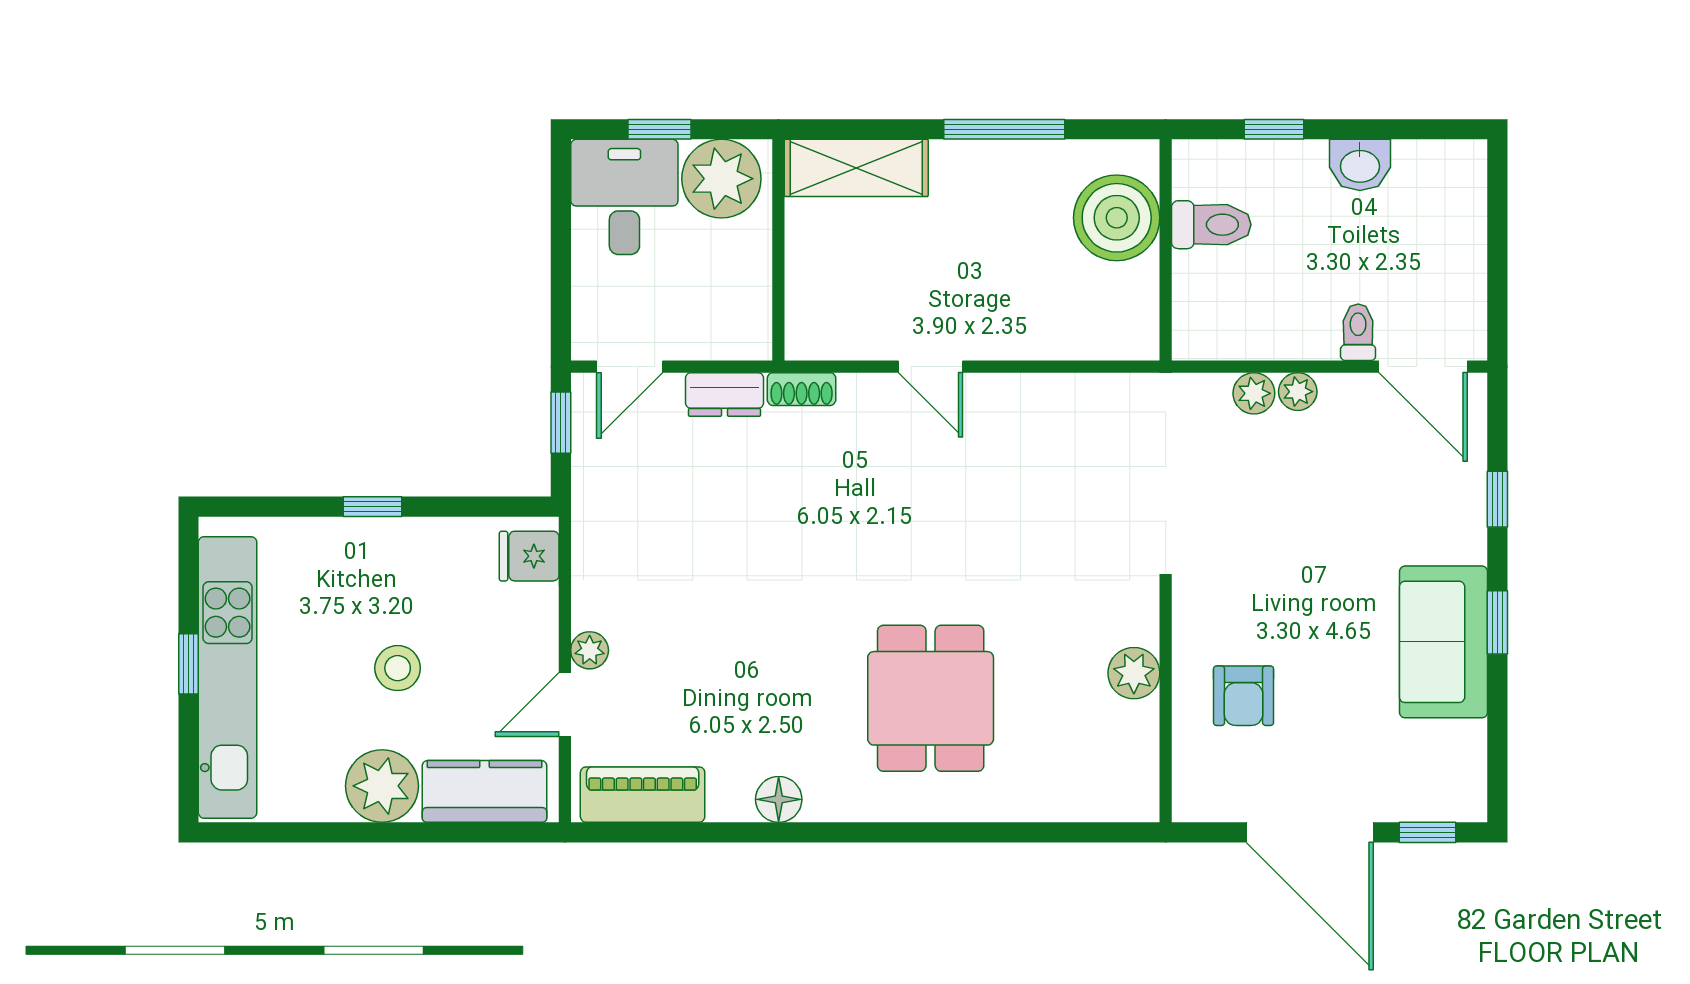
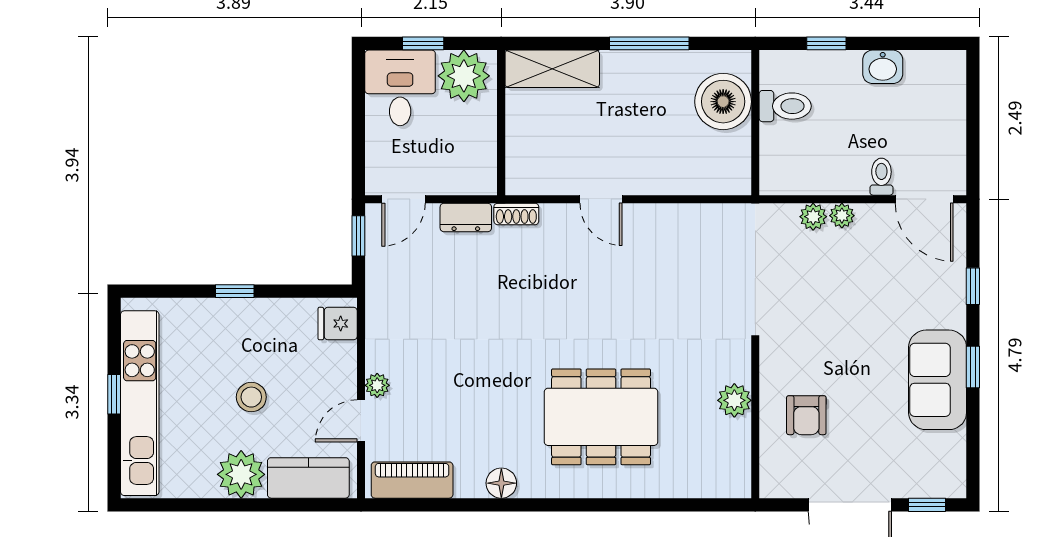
dining table: (931, 698) -> (601, 417), width x1.38

